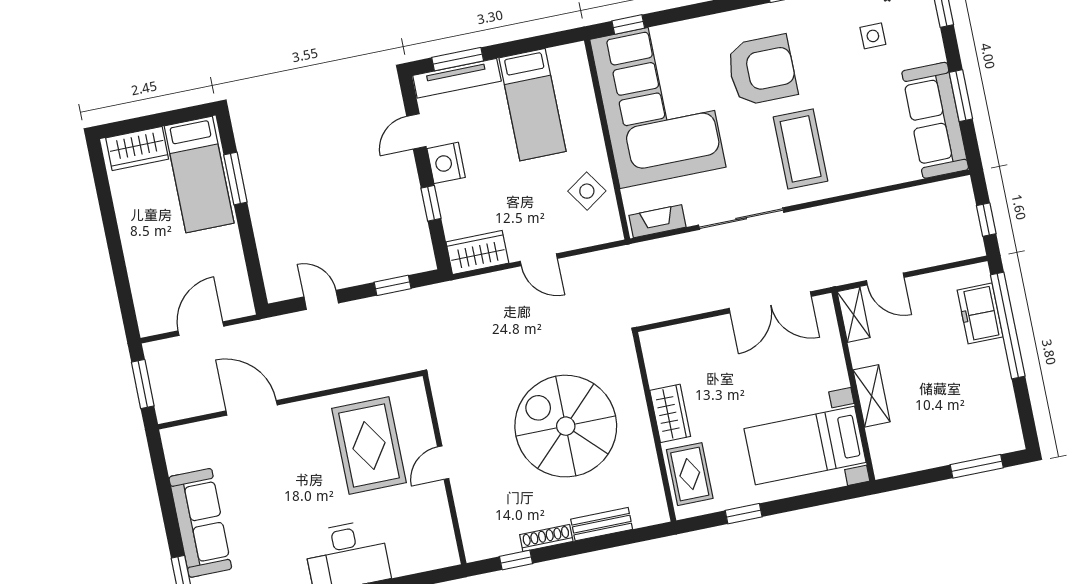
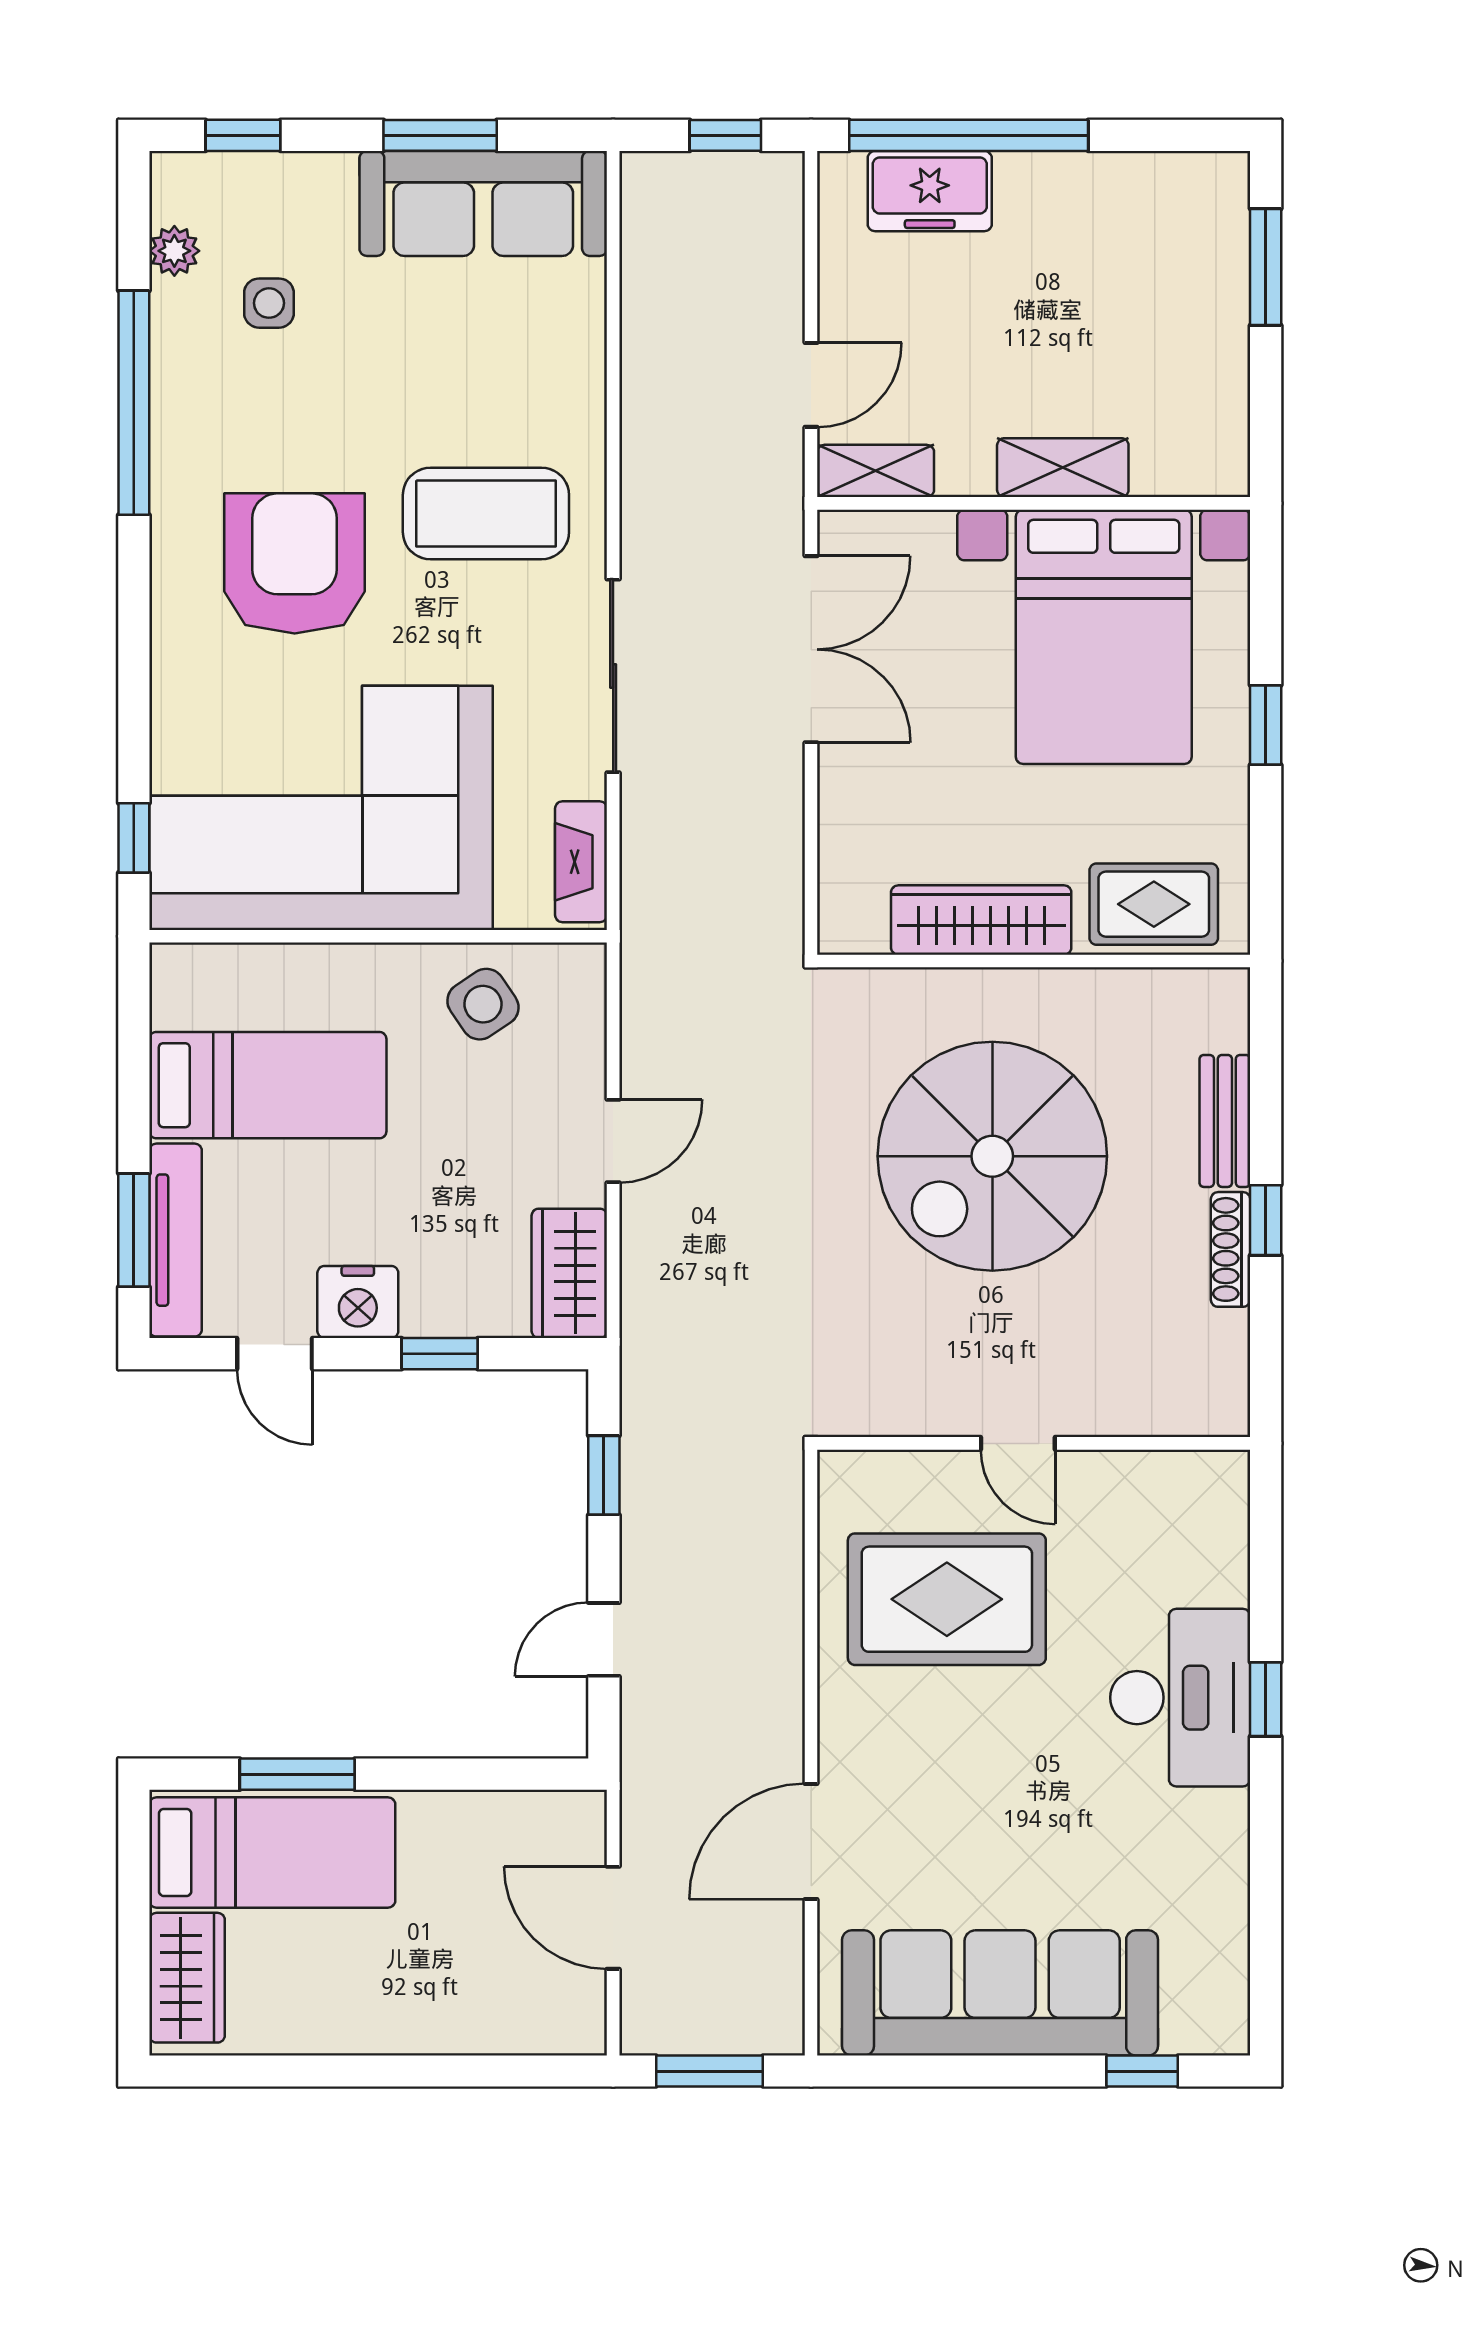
wardrobe: (670, 413) -> (981, 920), width x1.50
bed with nightstands: (805, 446) -> (1104, 637), width x1.36
window: (744, 514) -> (1266, 725), moved
sofa: (200, 523) -> (1000, 1993), width x1.36, depth x1.27
window: (516, 560) -> (1266, 1220), moved

